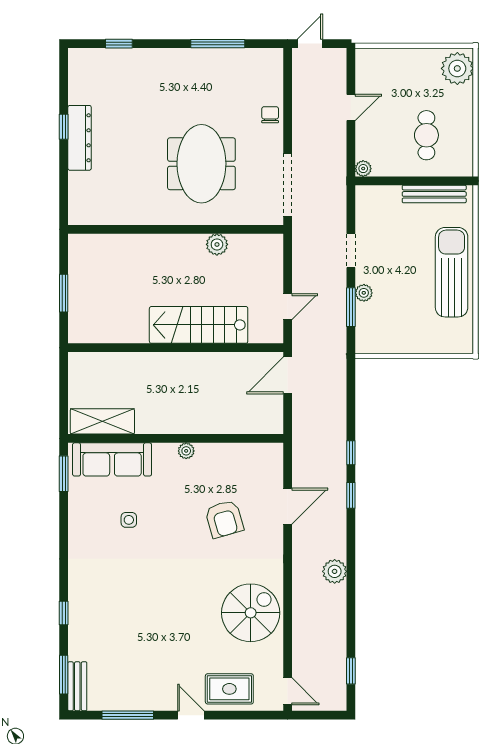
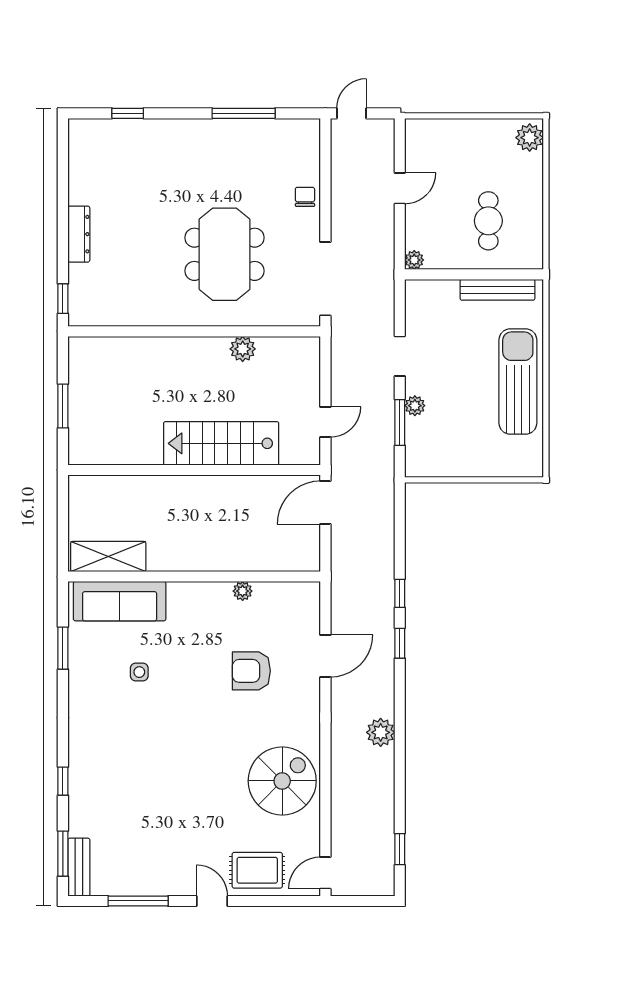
plant: (457, 68) -> (530, 138), width x0.73, depth x0.73
window: (64, 127) -> (63, 299), moved
dresser: (80, 138) -> (79, 234), width x0.73, depth x0.80
plant: (186, 451) -> (243, 591), moved
window: (64, 474) -> (63, 648), moved
armchair: (224, 519) -> (251, 671), turned 106
door: (288, 691) -> (325, 873), swing flipped

